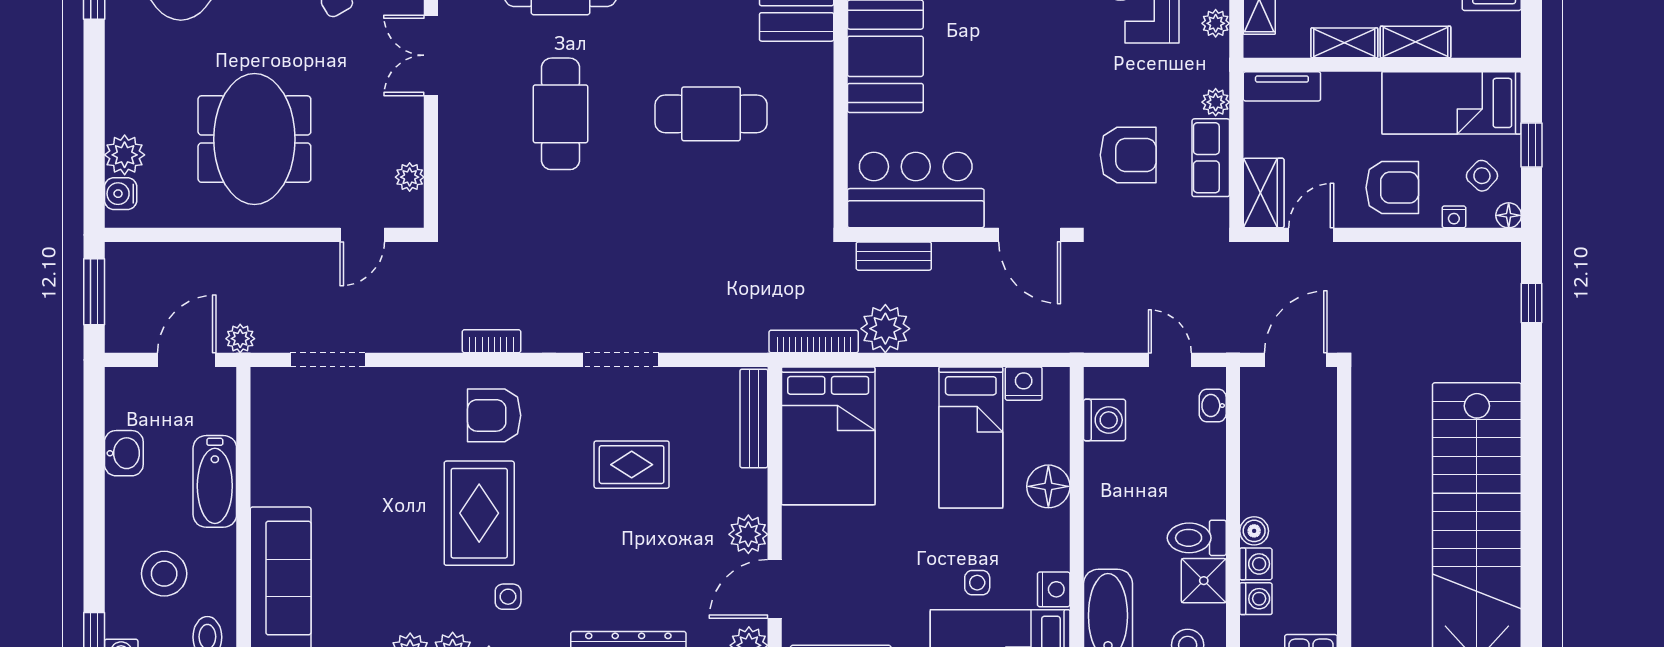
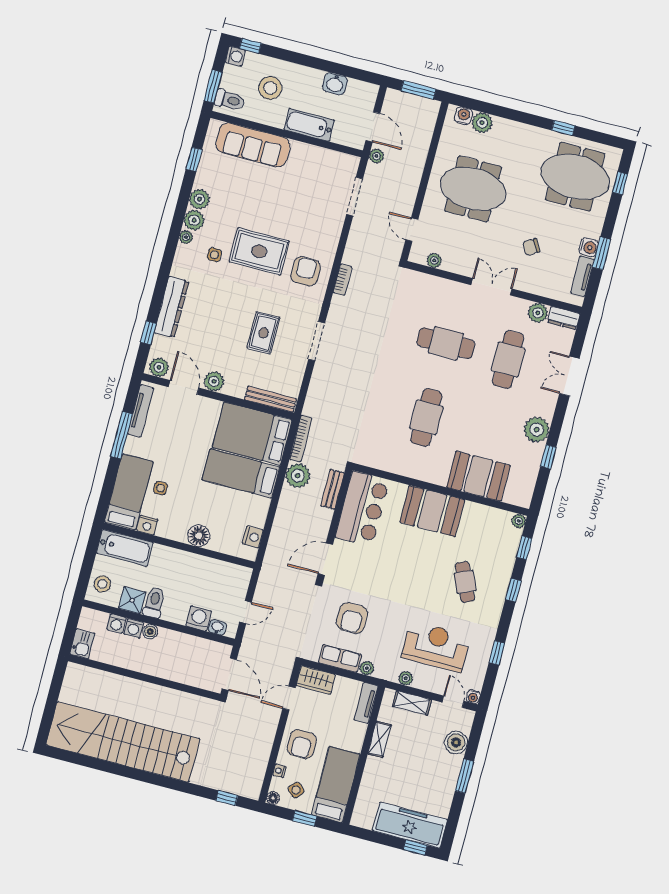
shelving: (1416, 42) -> (371, 775), removed
door: (1311, 235) -> (289, 698), swing flipped
washing machine: (1104, 420) -> (199, 618), moved, turned 180
bed: (971, 437) -> (241, 473), moved

